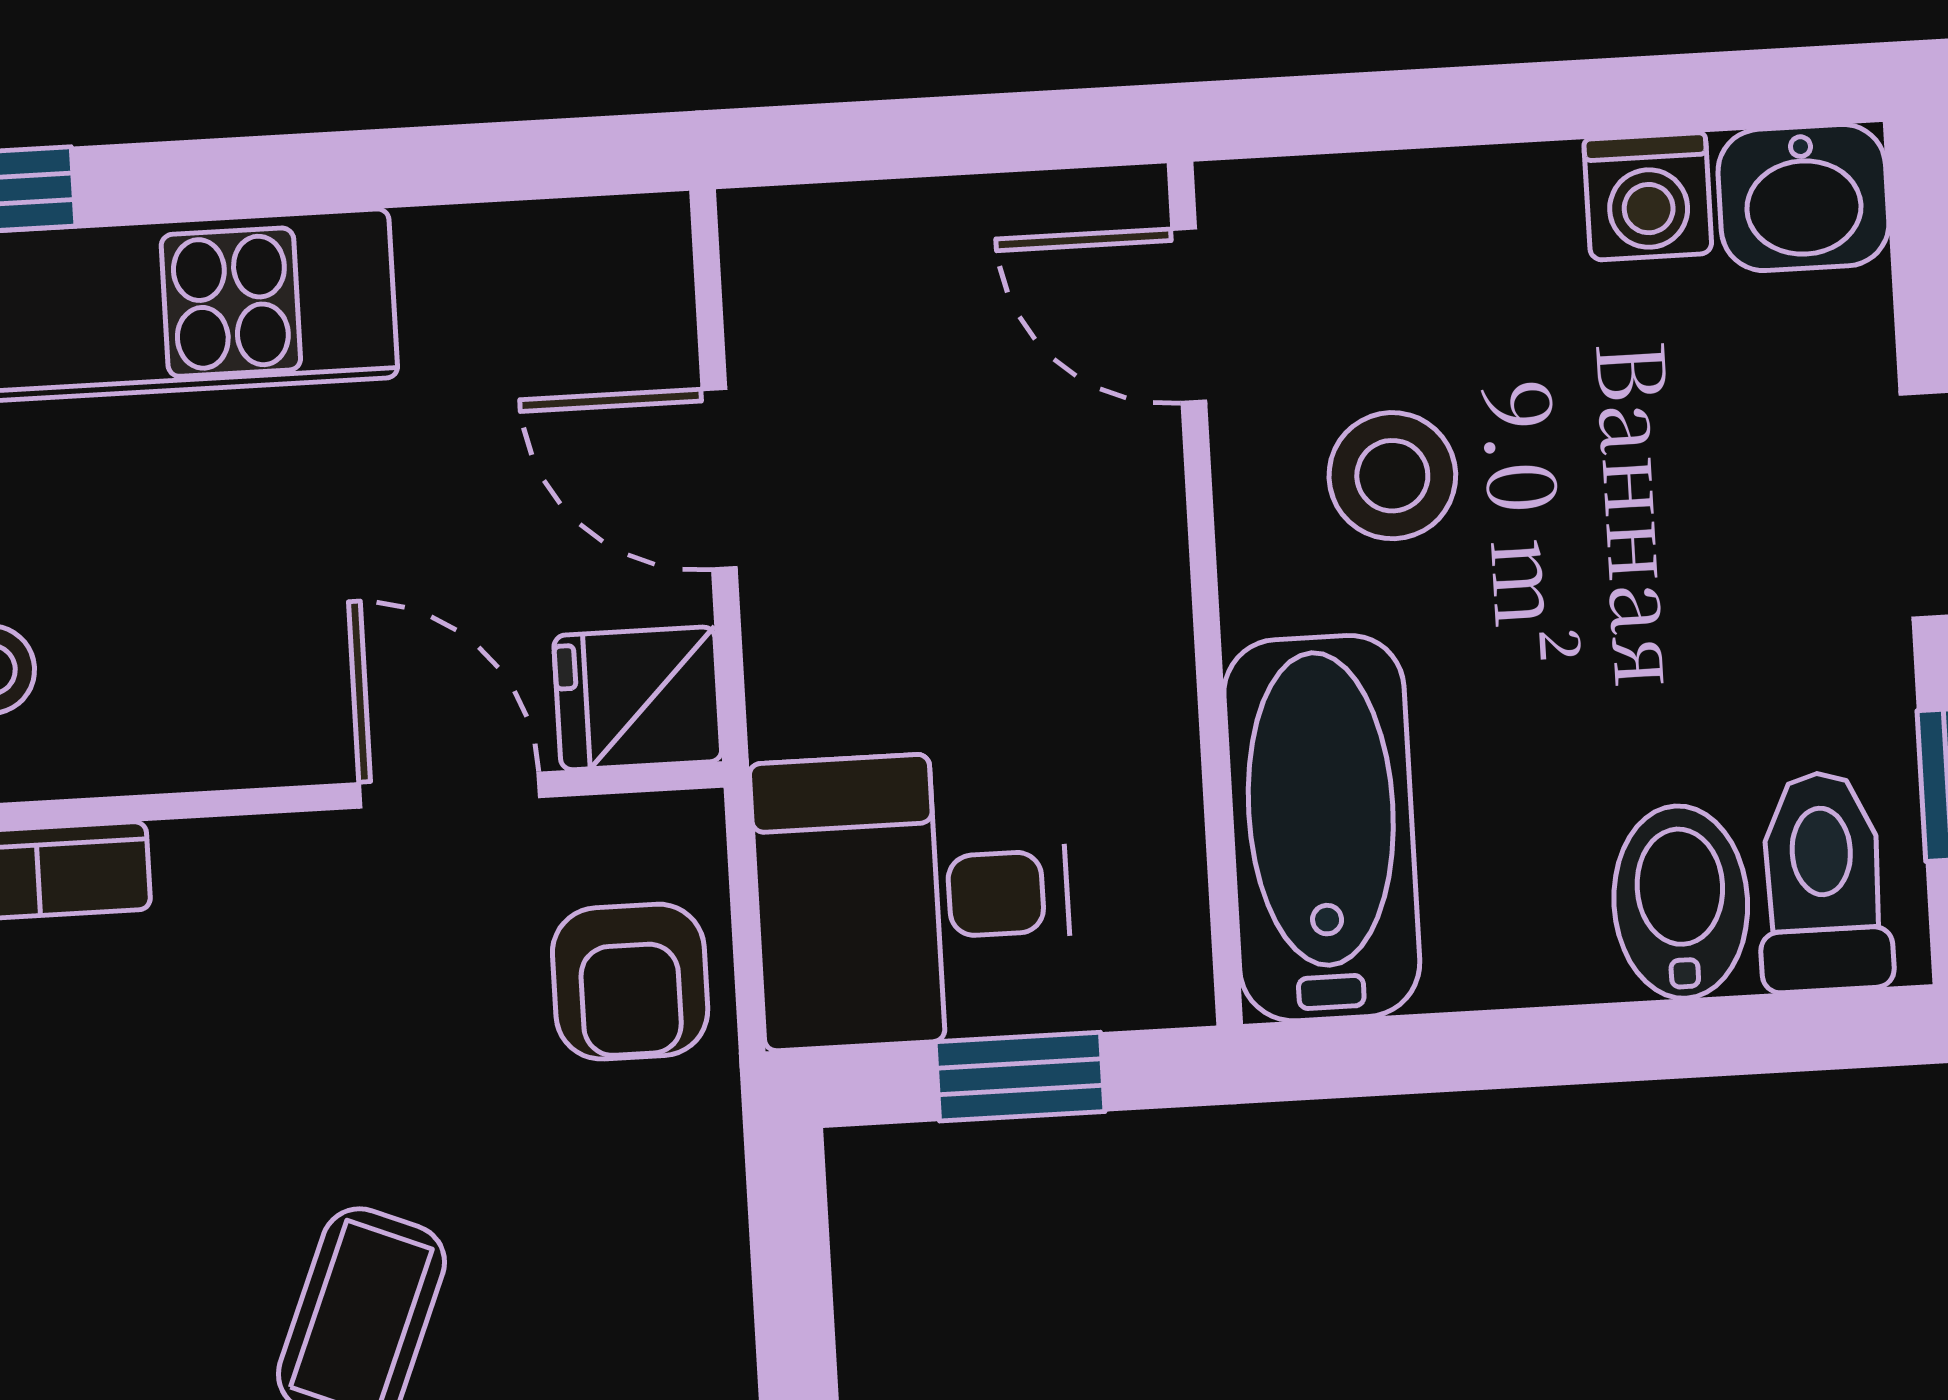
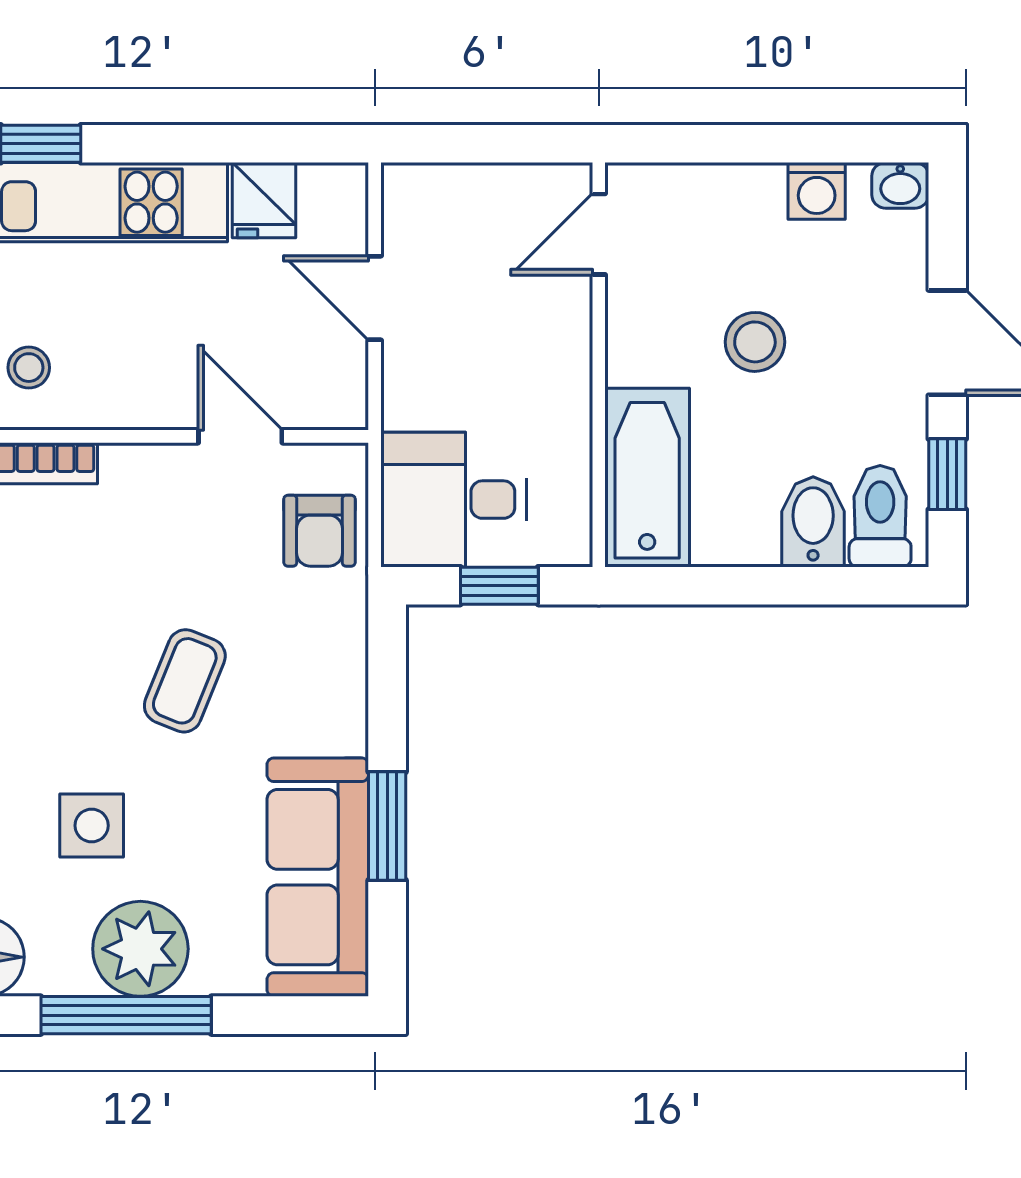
washbasin: (1803, 198) -> (900, 185), width x0.72, depth x0.69
door: (1189, 315) -> (599, 234), hinge flipped
stool: (1392, 476) -> (755, 342), moved
fridge: (638, 698) -> (264, 200), moved, turned -90

